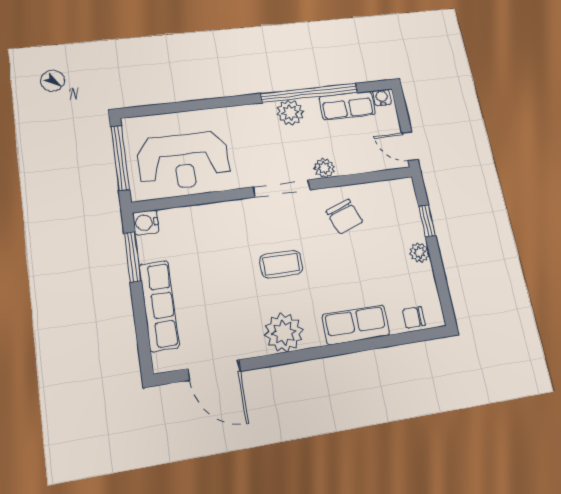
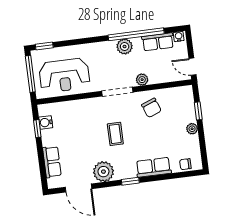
window: (146, 111) -> (44, 46), added
water cooler: (146, 222) -> (46, 122), moved
window: (133, 257) -> (37, 129), width x0.67
coffee table: (281, 264) -> (115, 134), turned 90
row of seats: (159, 306) -> (52, 162), width x0.68
plant: (284, 333) -> (103, 172), moved
window: (314, 353) -> (130, 181), added

